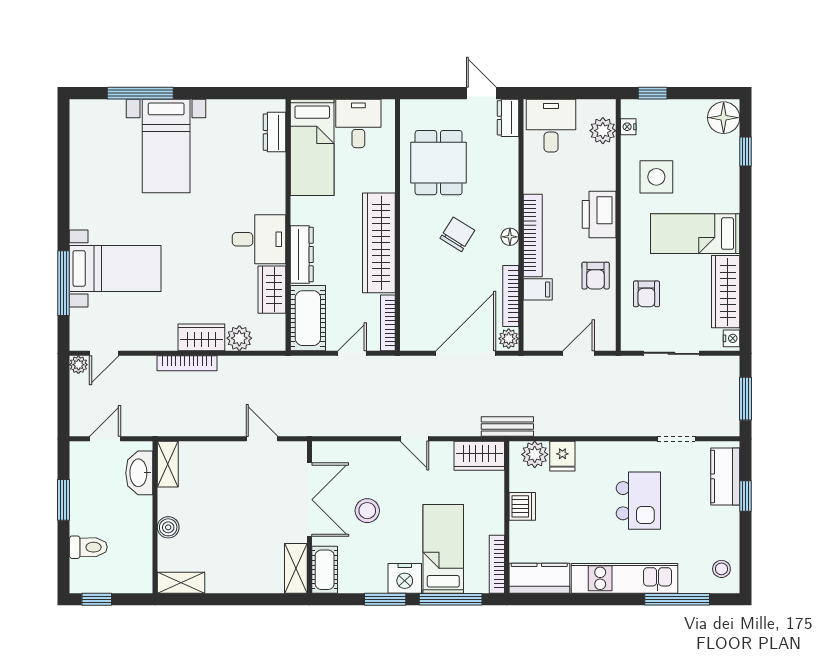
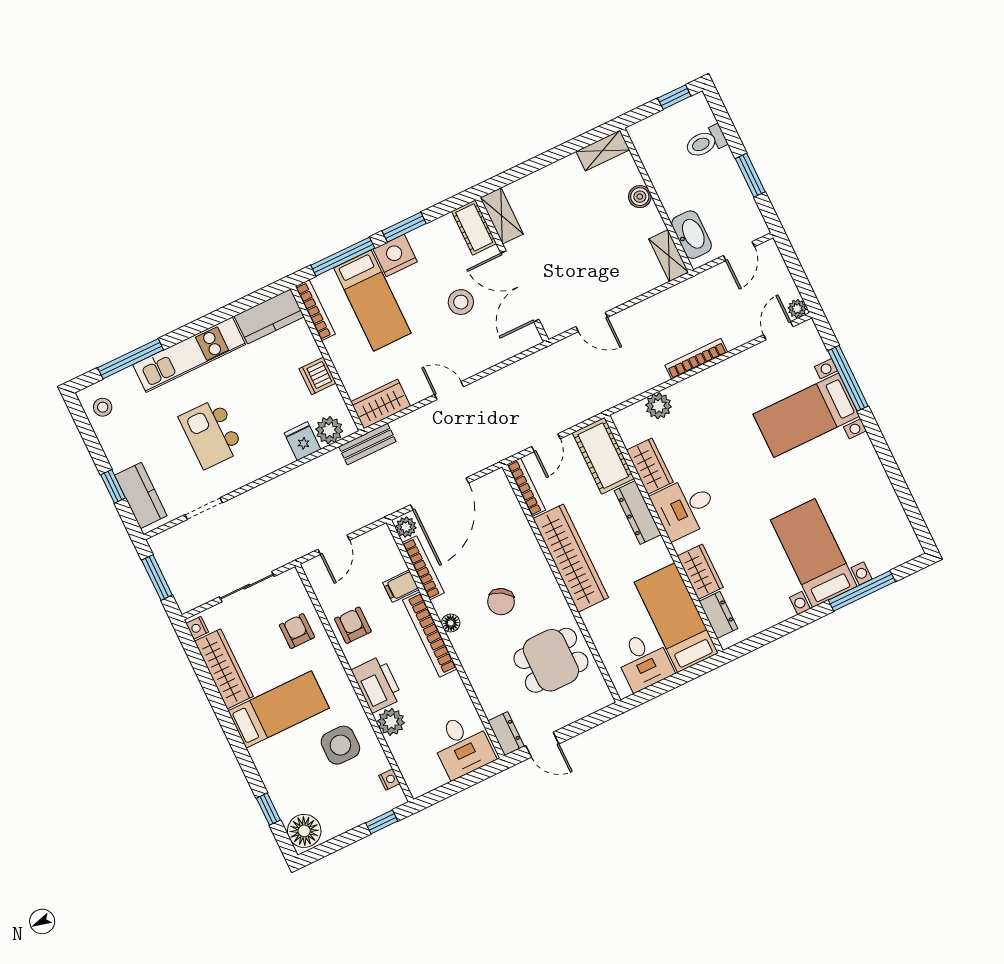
plant: (603, 131) -> (391, 722), moved
dining table: (439, 163) -> (551, 660), turned 90
wardrobe: (201, 337) -> (700, 572), moved, turned -90

